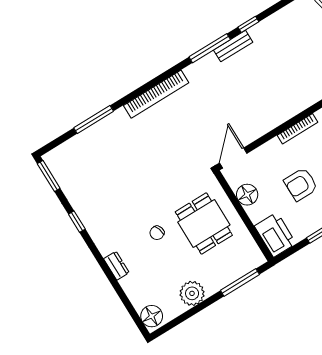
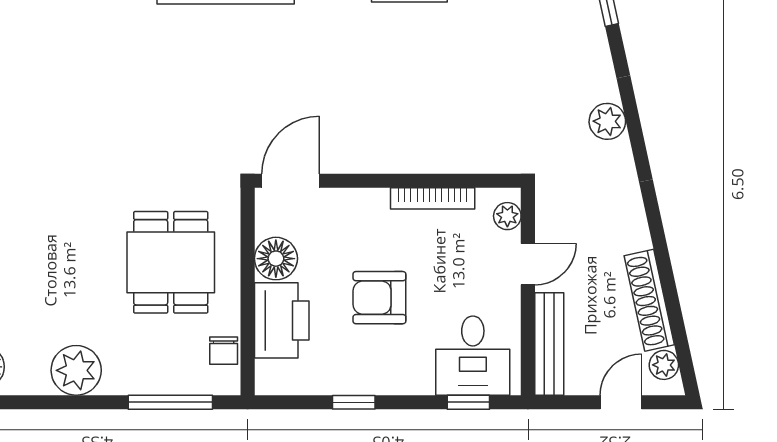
chair: (157, 233) -> (224, 351), moved, turned -73
printer: (275, 235) -> (282, 320), moved

